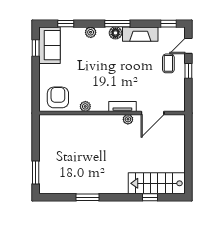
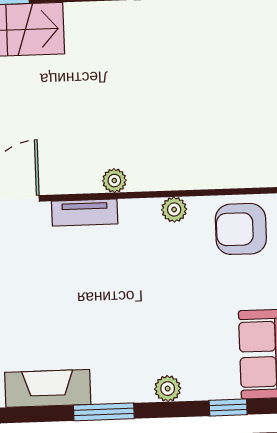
floor lamp: (115, 33) -> (108, 389), removed
armchair: (58, 97) -> (241, 229), turned 90
plant: (128, 119) -> (114, 181), moved

